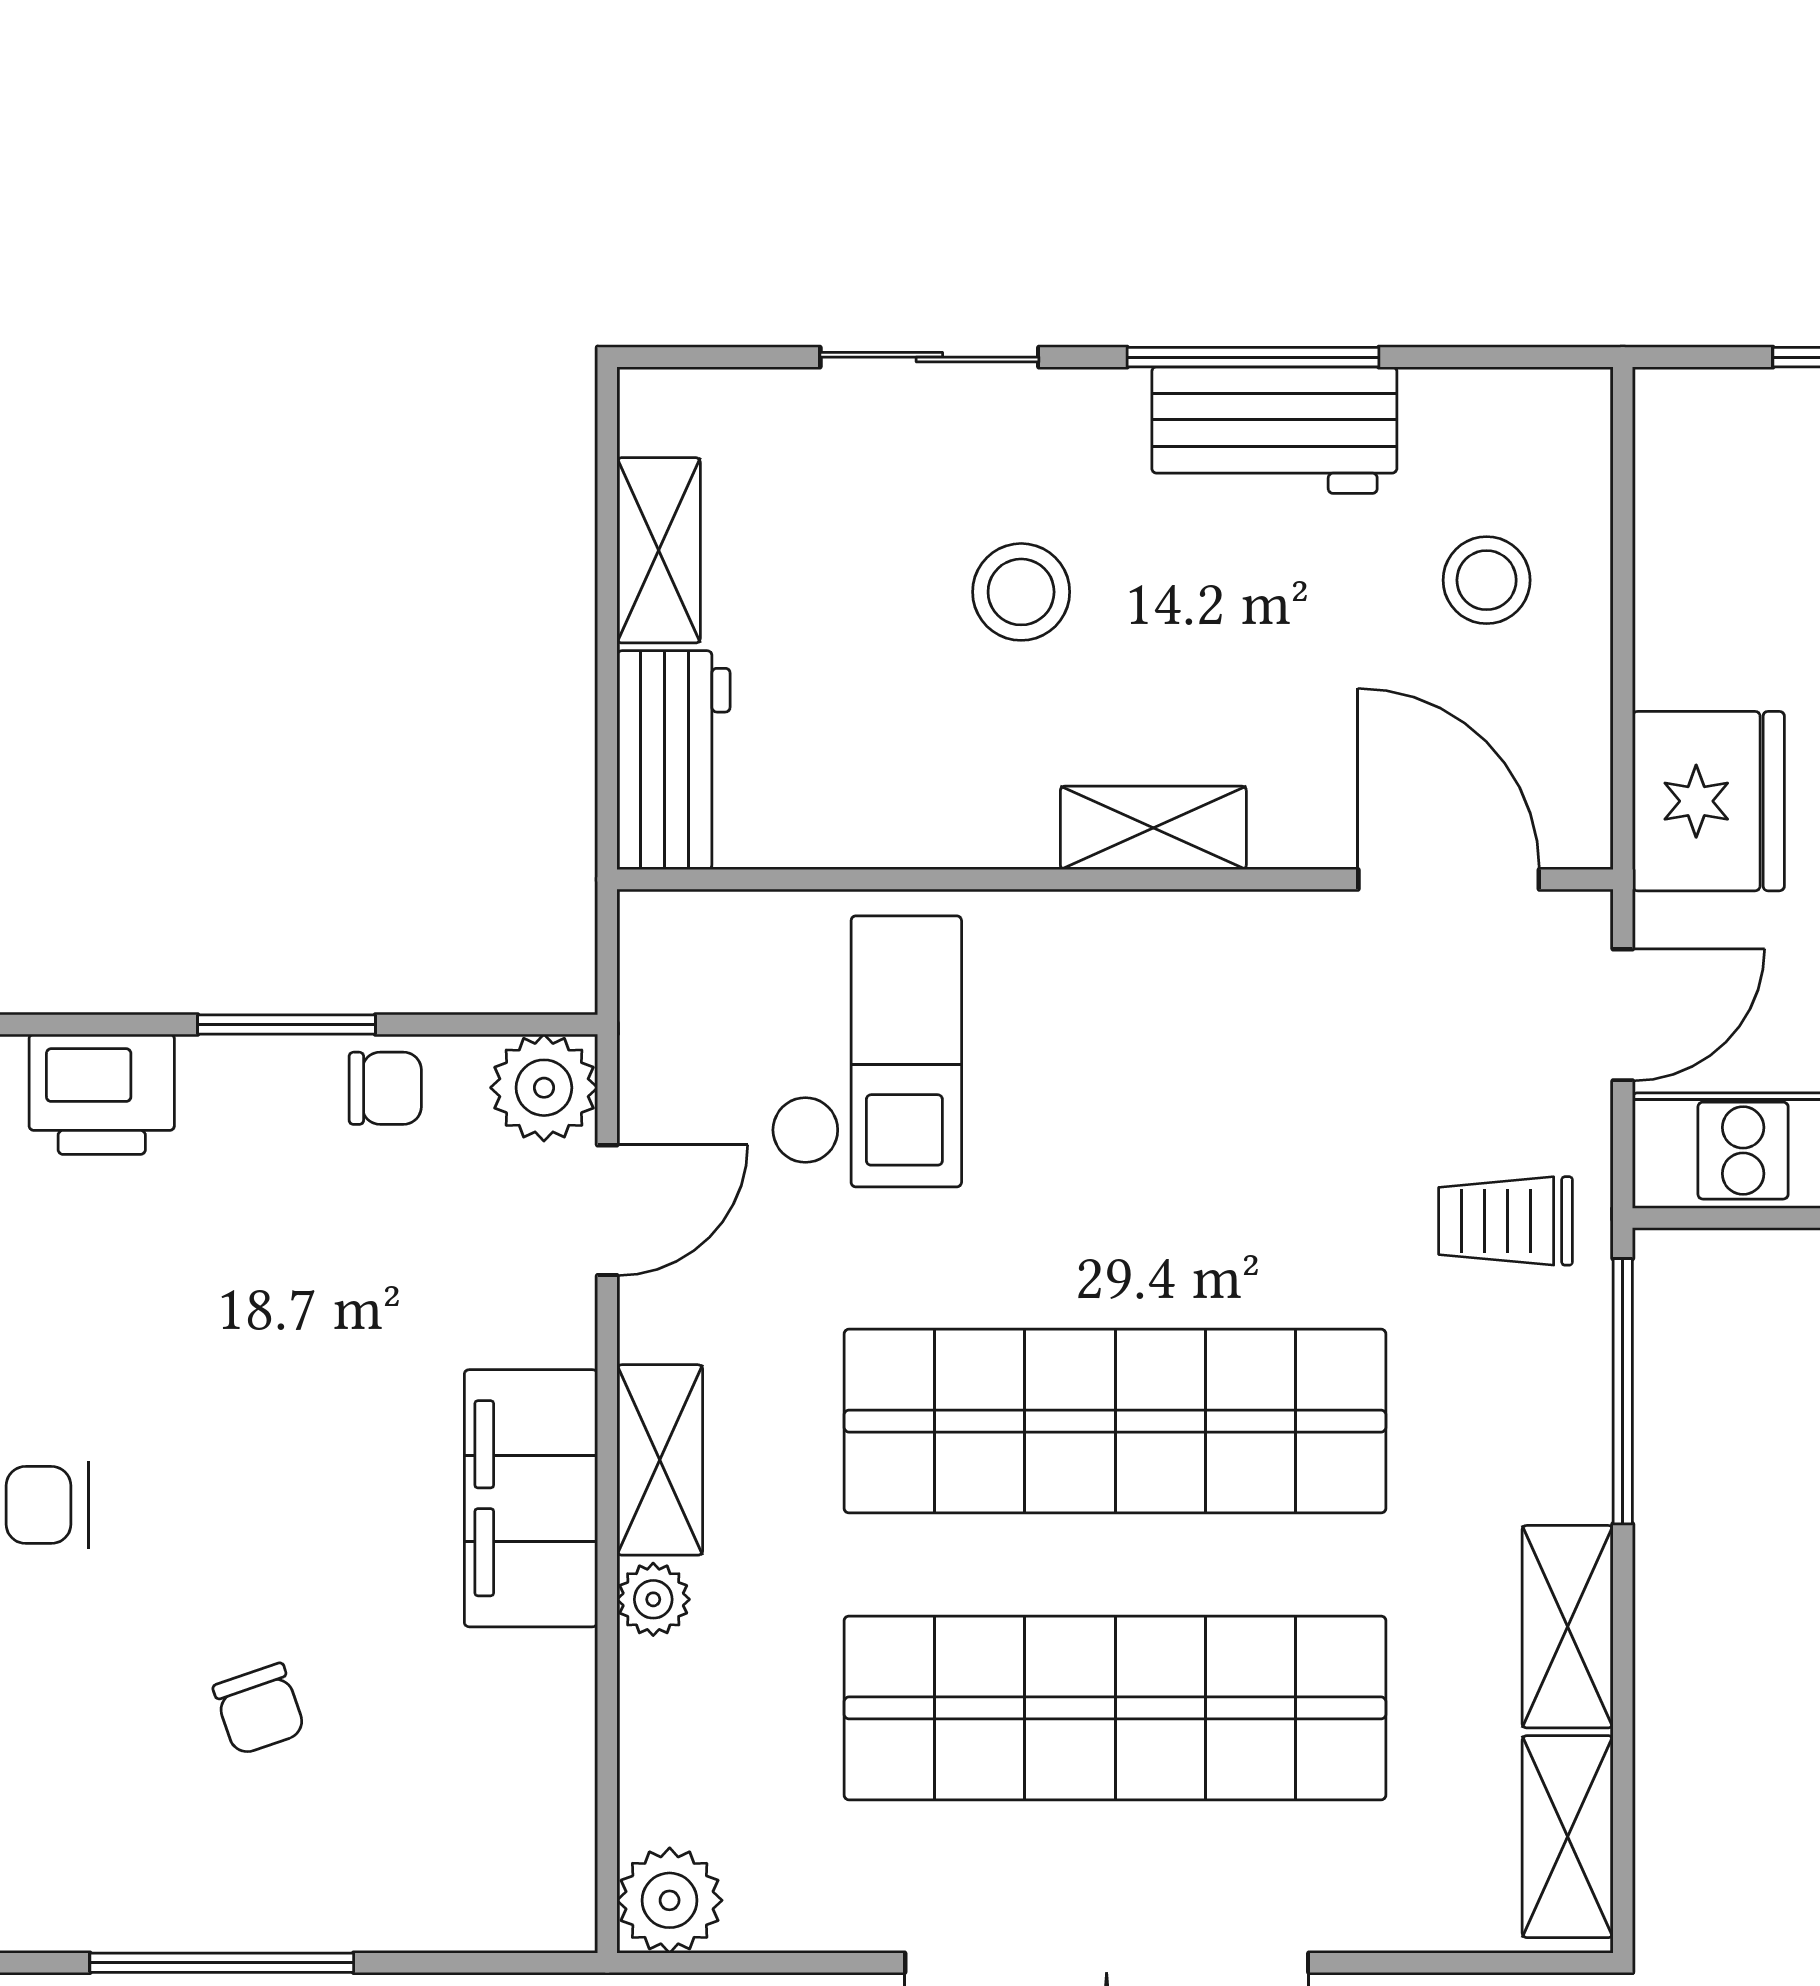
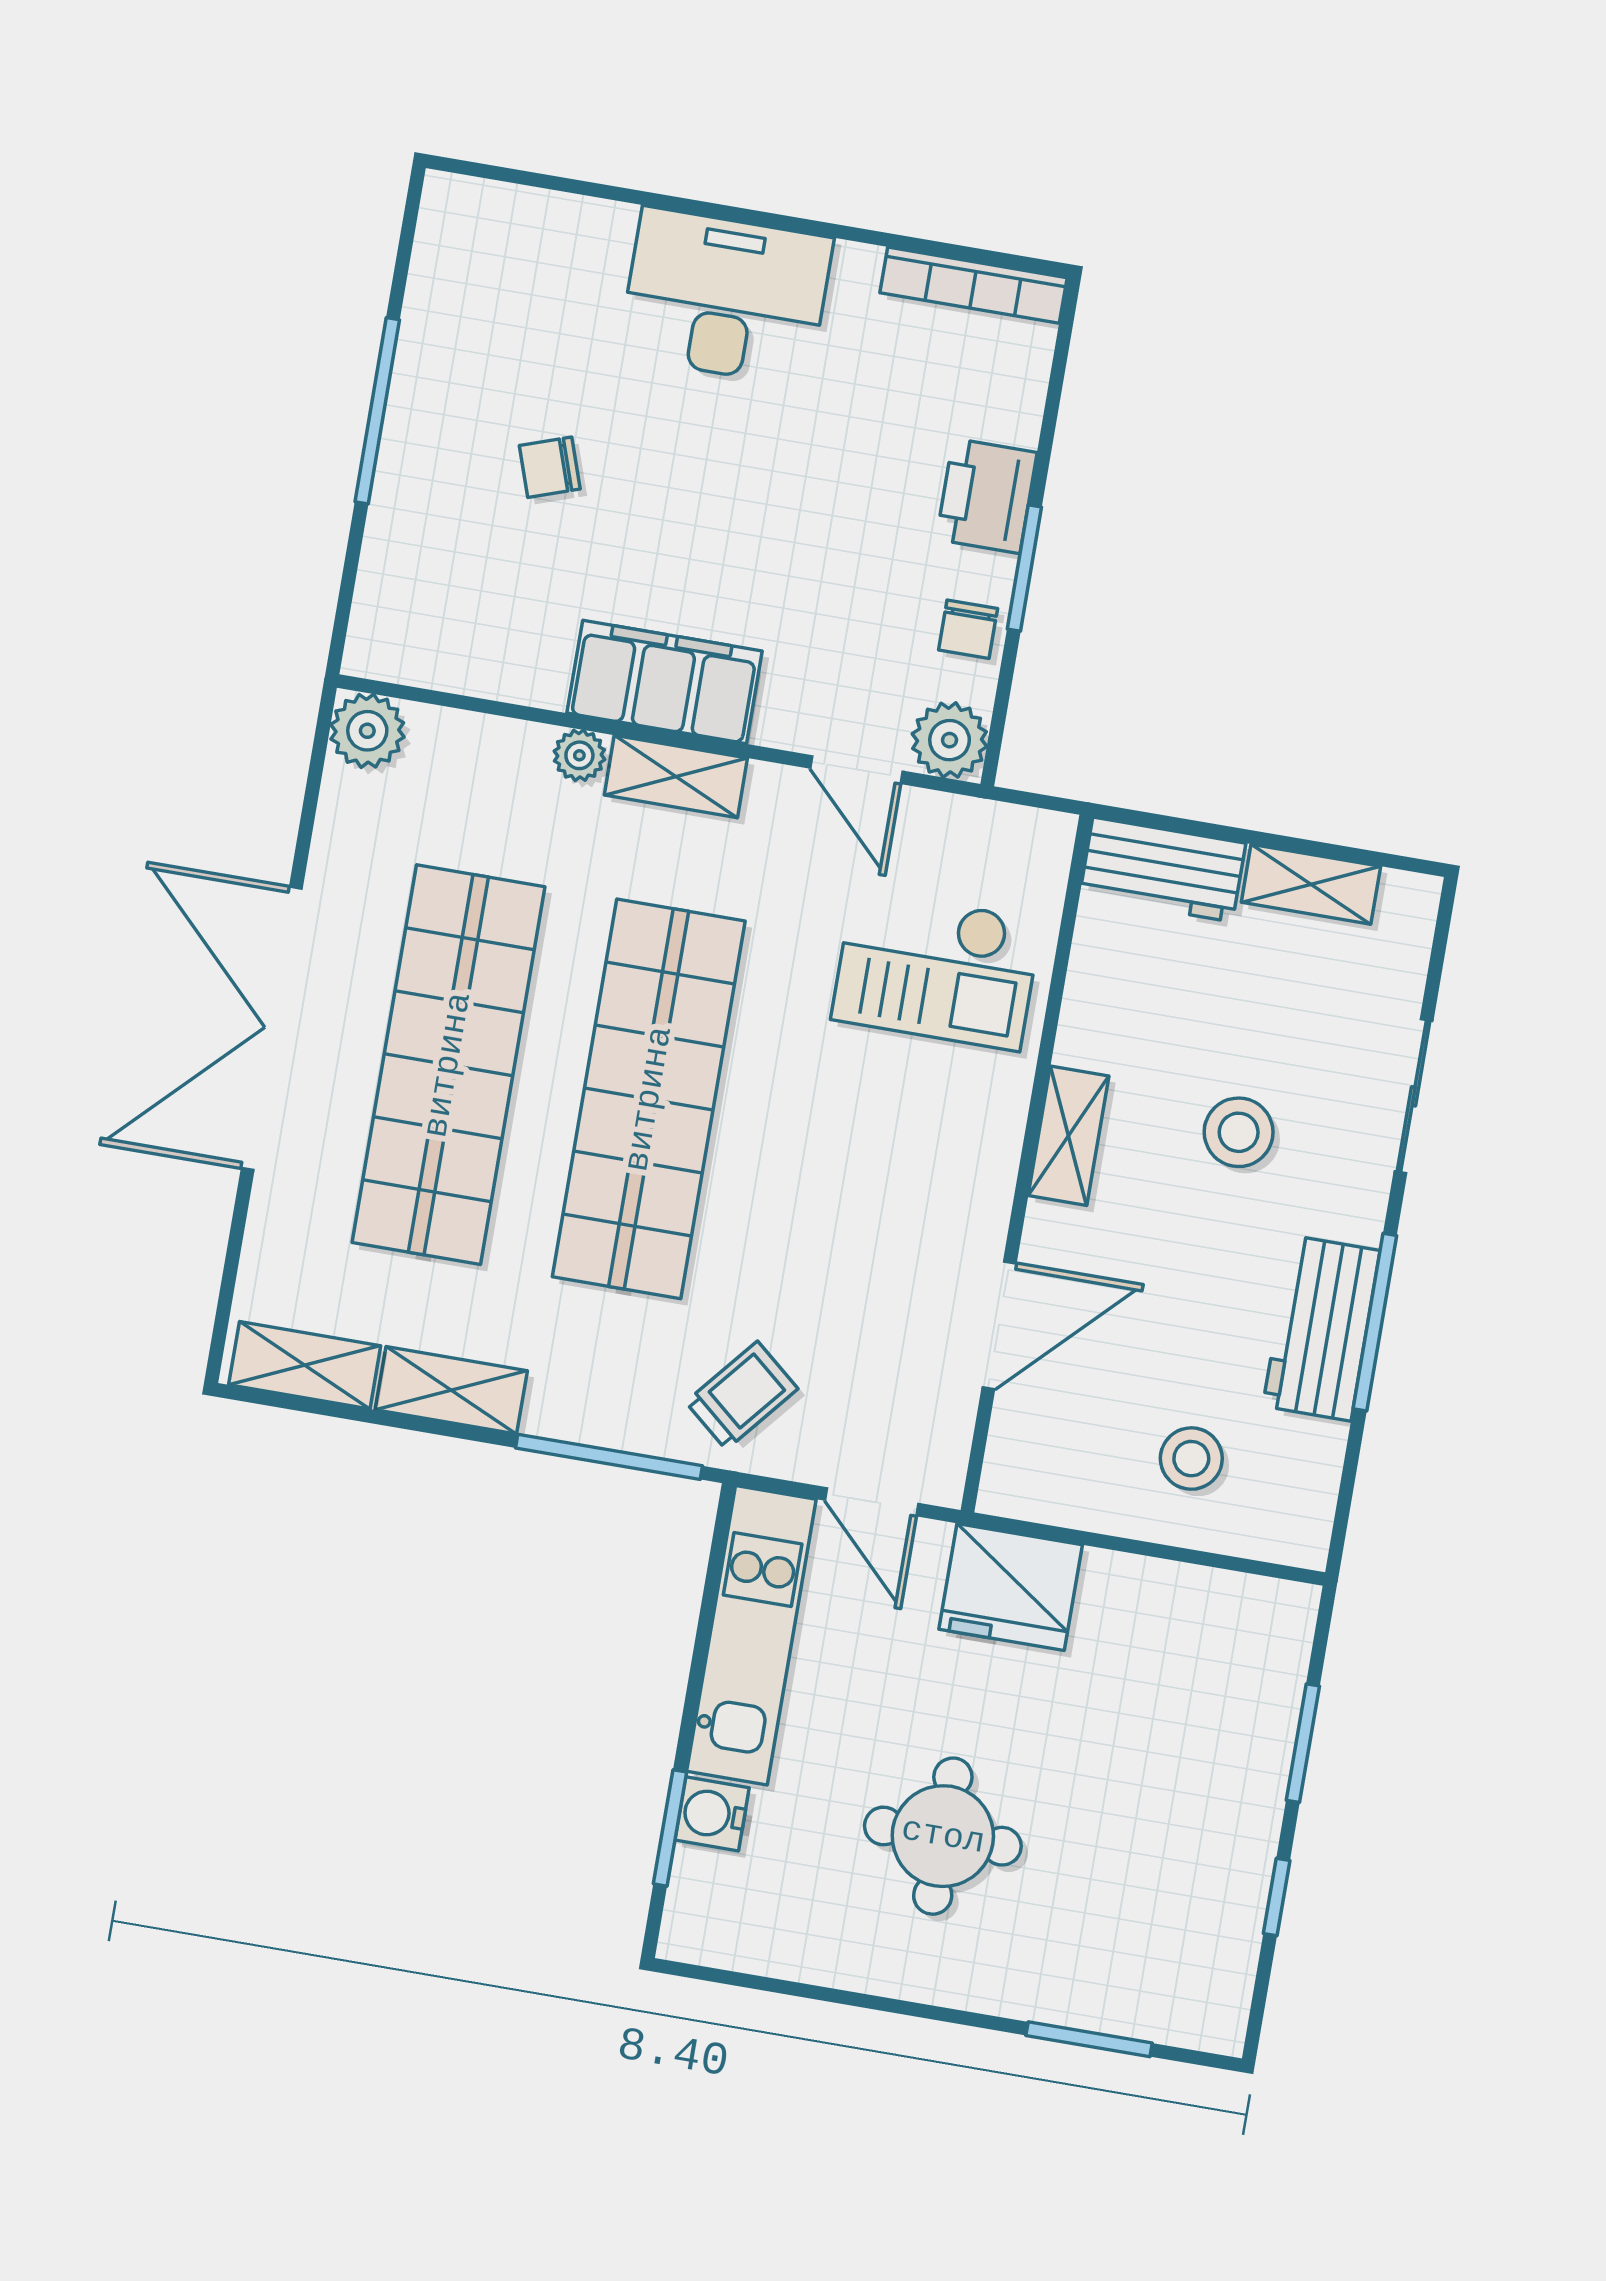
shelving: (1153, 828) -> (1069, 1136), moved
door: (1449, 879) -> (999, 1325), moved
printer: (102, 1094) -> (987, 496), moved
trolley: (1506, 1221) -> (742, 1395), turned 40

